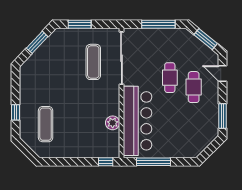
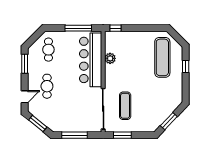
window: (80, 24) -> (122, 135), moved
door: (222, 74) -> (25, 97), hinge flipped
cafe table: (170, 78) -> (48, 50), moved
exercise mat: (46, 124) -> (162, 57), width x1.36, depth x1.45

